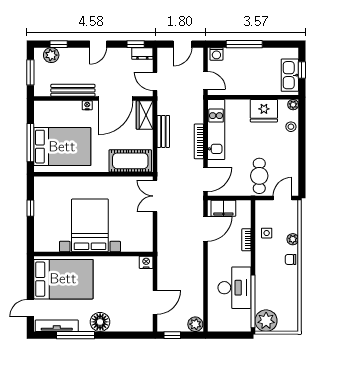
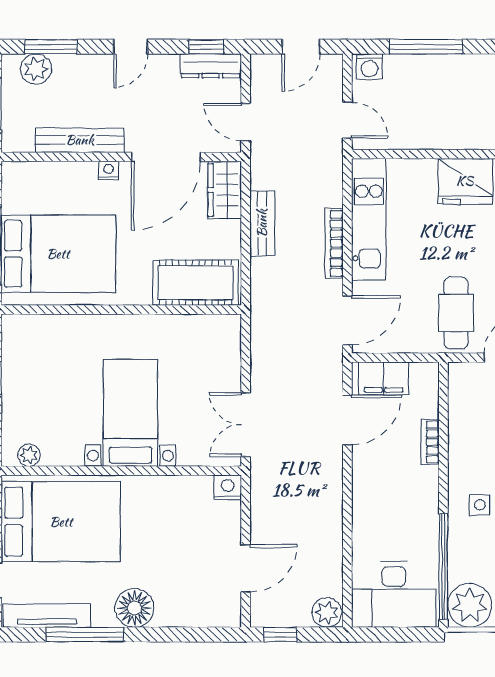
window: (59, 44) -> (51, 47), width x1.50
dresser: (142, 53) -> (211, 66), width x1.44
double door: (155, 196) -> (246, 425), moved
bed with nightstands: (90, 225) -> (130, 413), width x0.73
side table: (267, 233) -> (480, 505), moved
plant: (48, 246) -> (29, 455), added
desk: (235, 288) -> (394, 594), moved, turned 90

